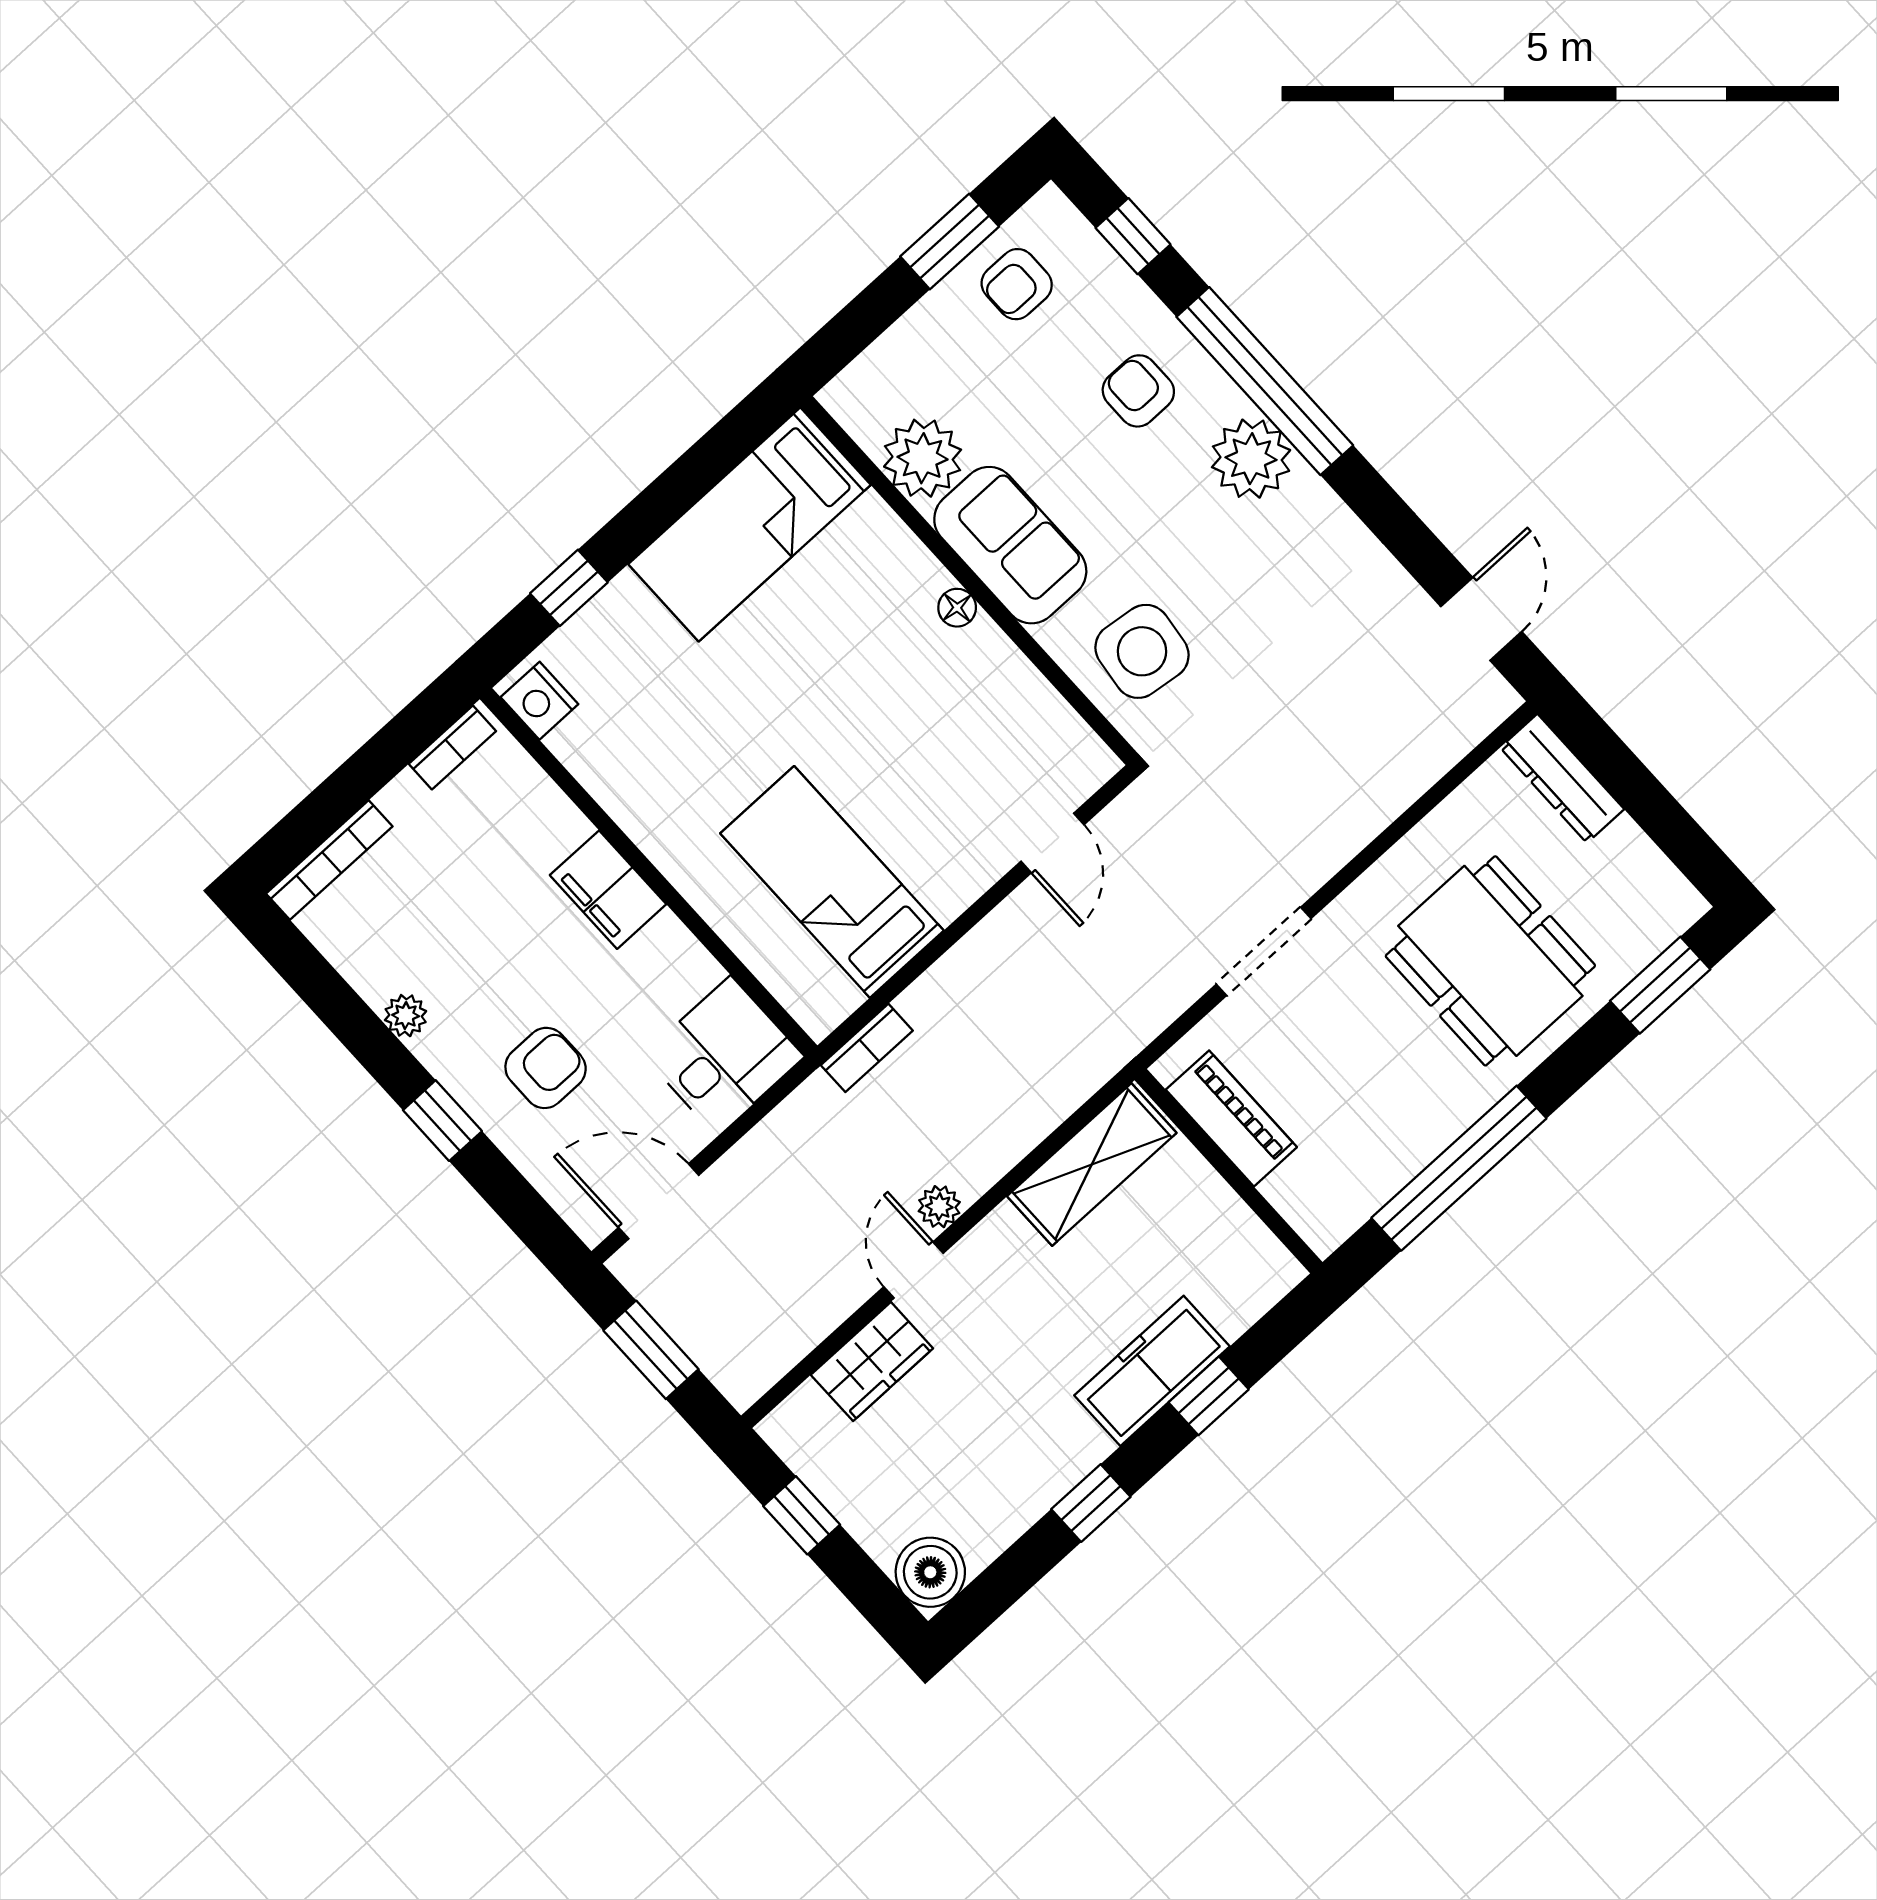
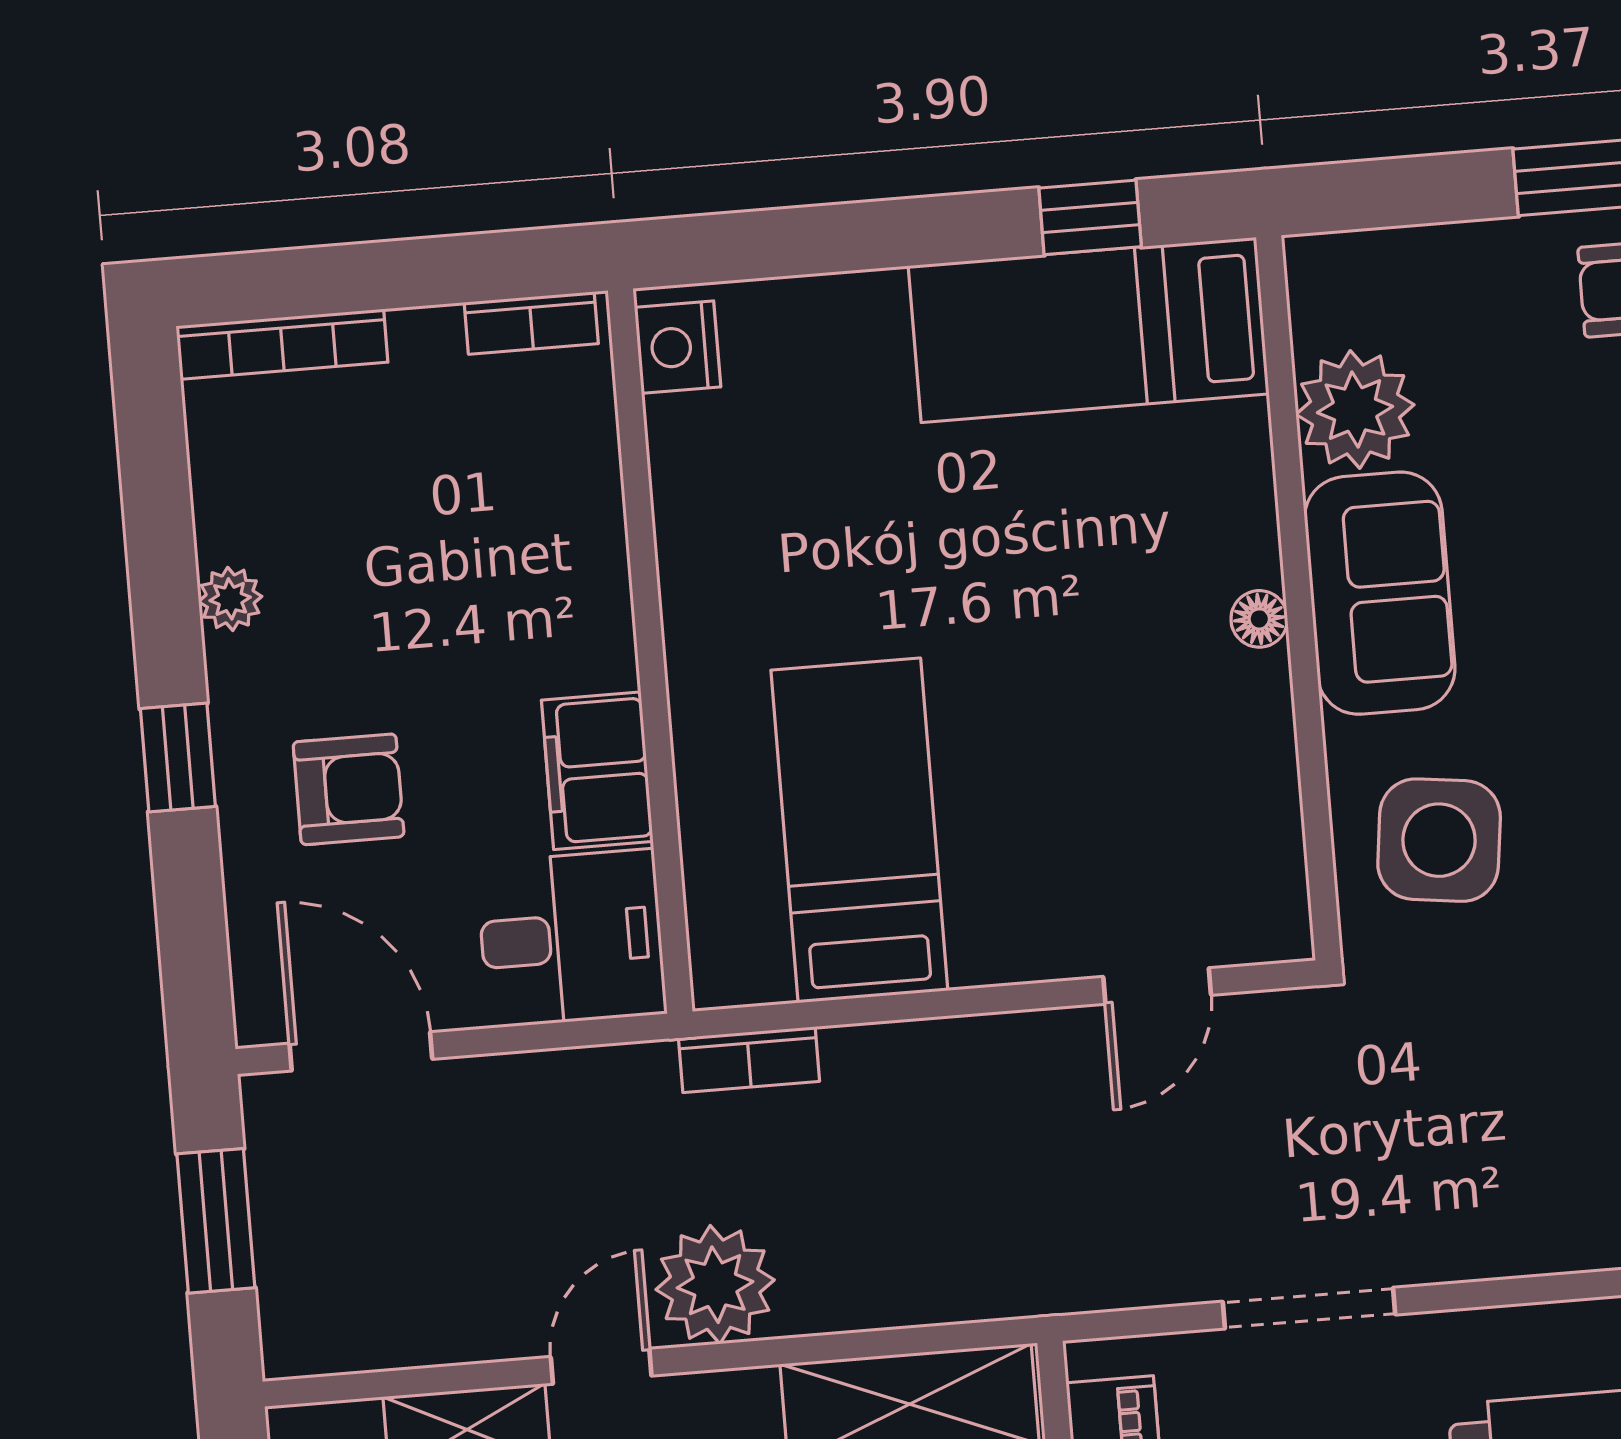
window: (569, 588) -> (1090, 217), moved
filing cabinet: (608, 890) -> (597, 771), moved
plant: (939, 1207) -> (715, 1285), width x1.87, depth x1.87

